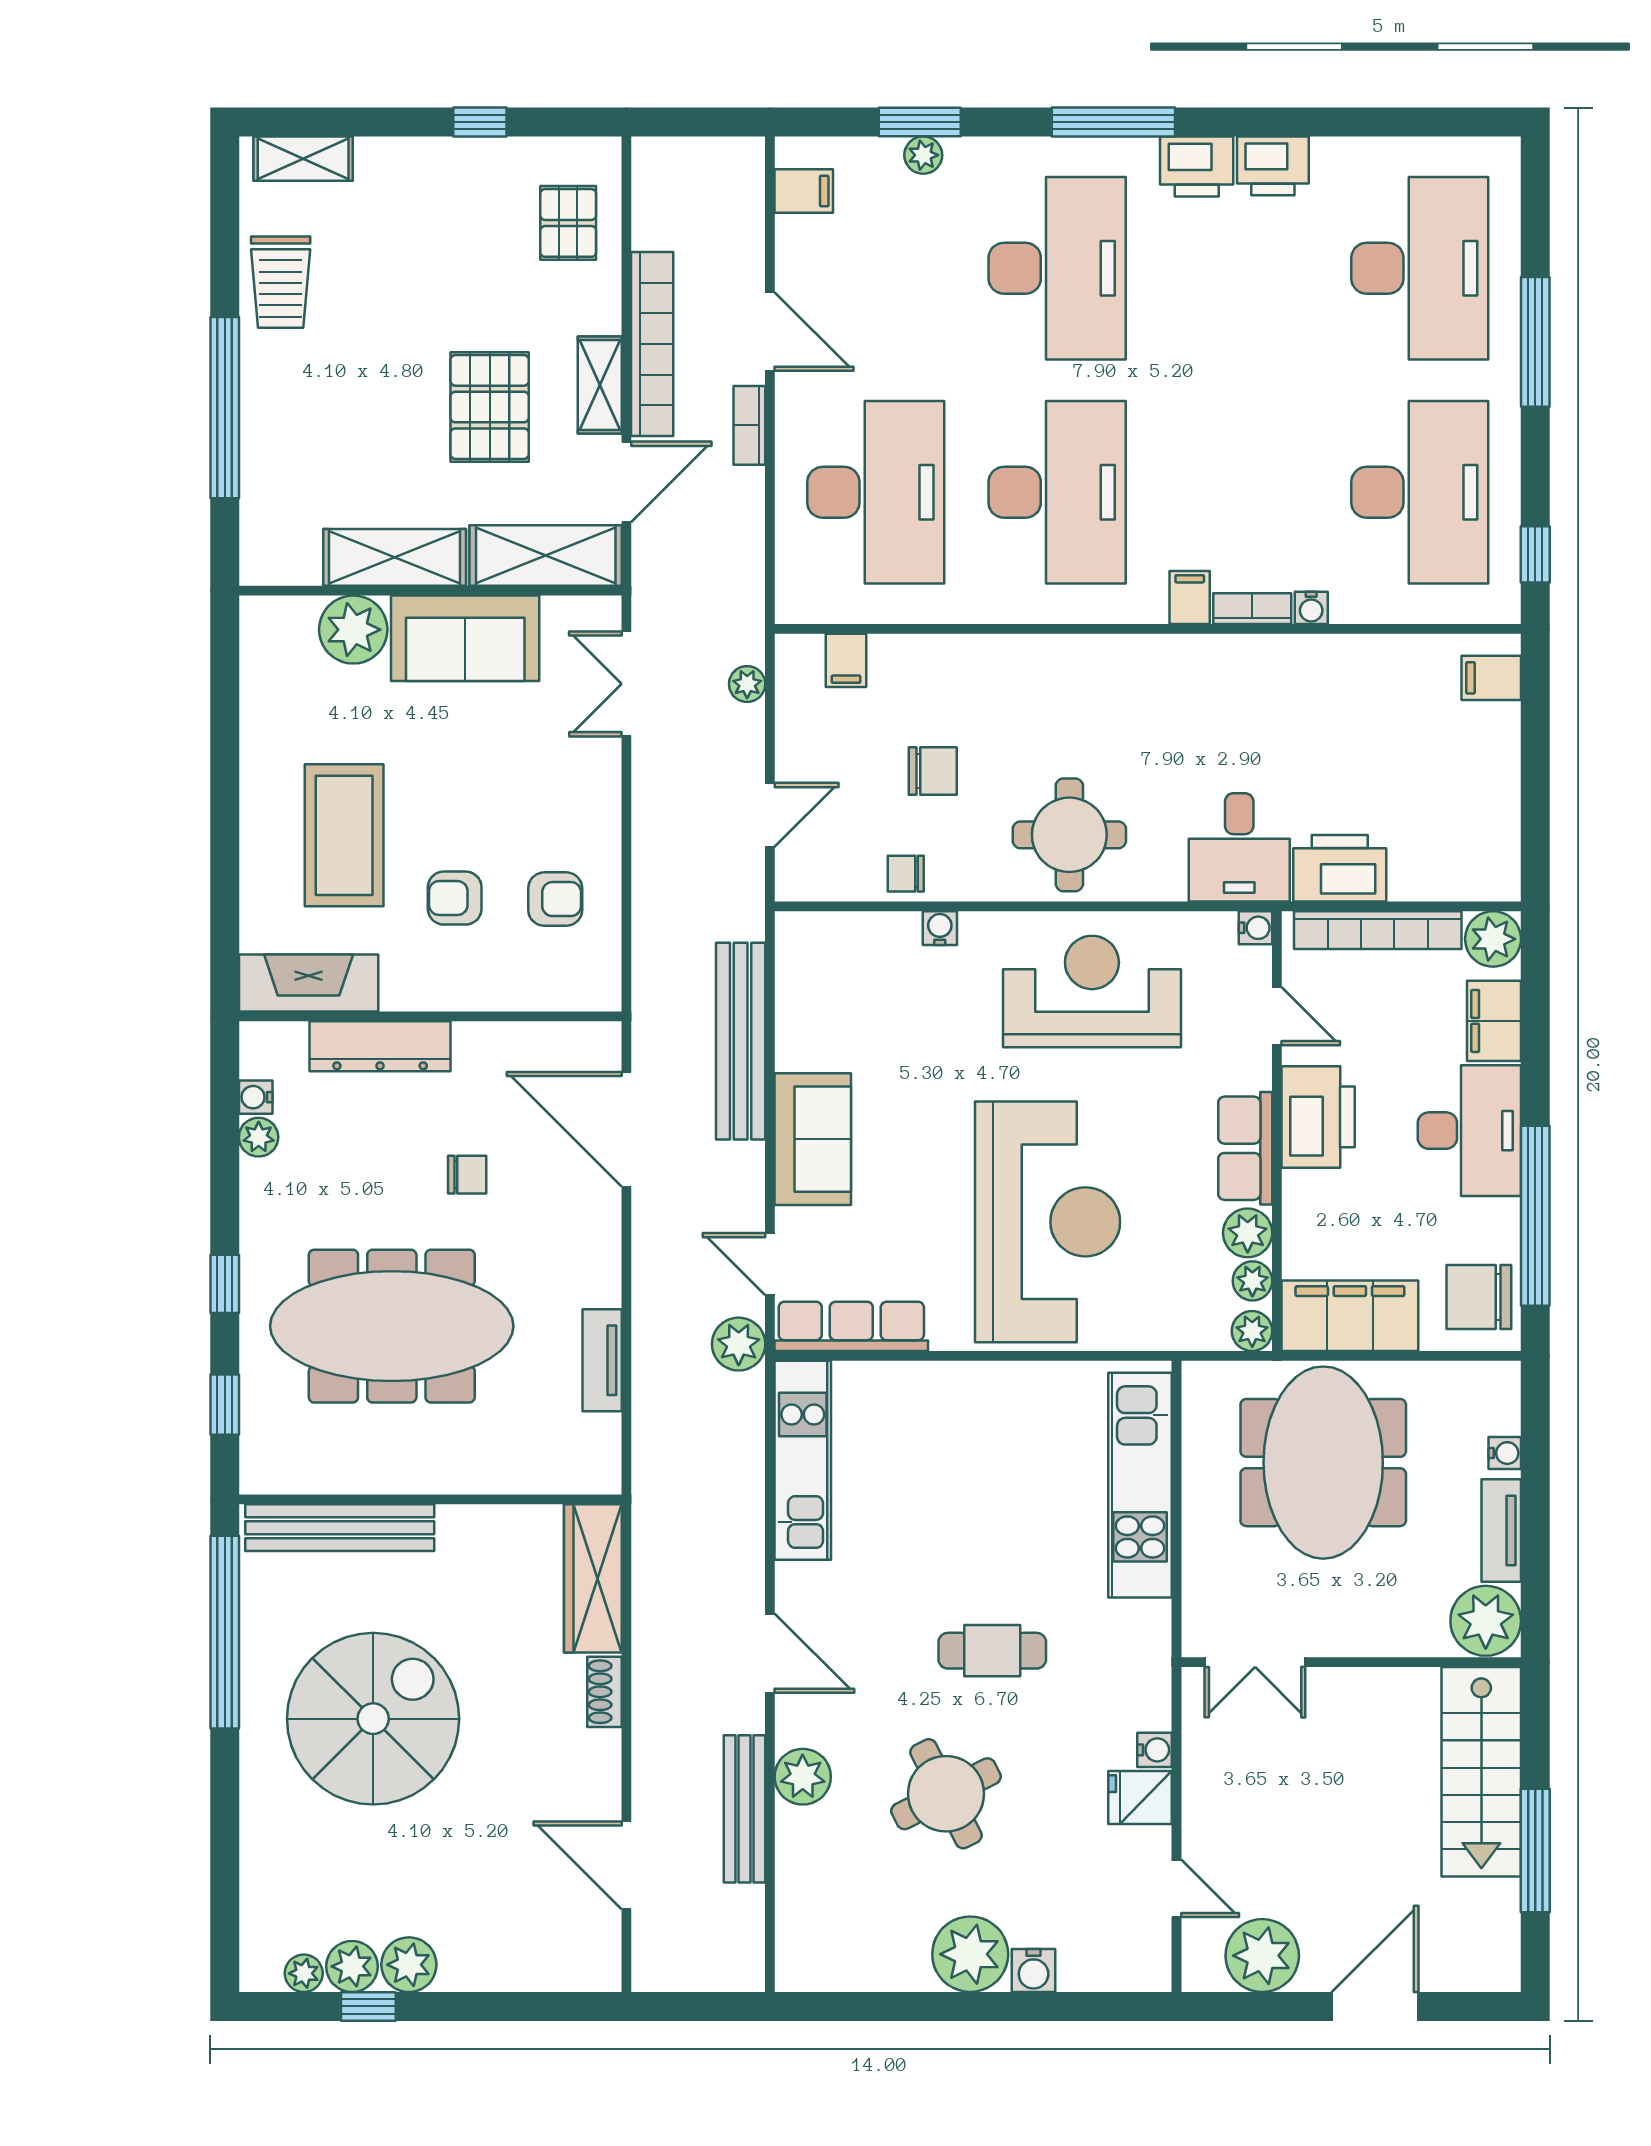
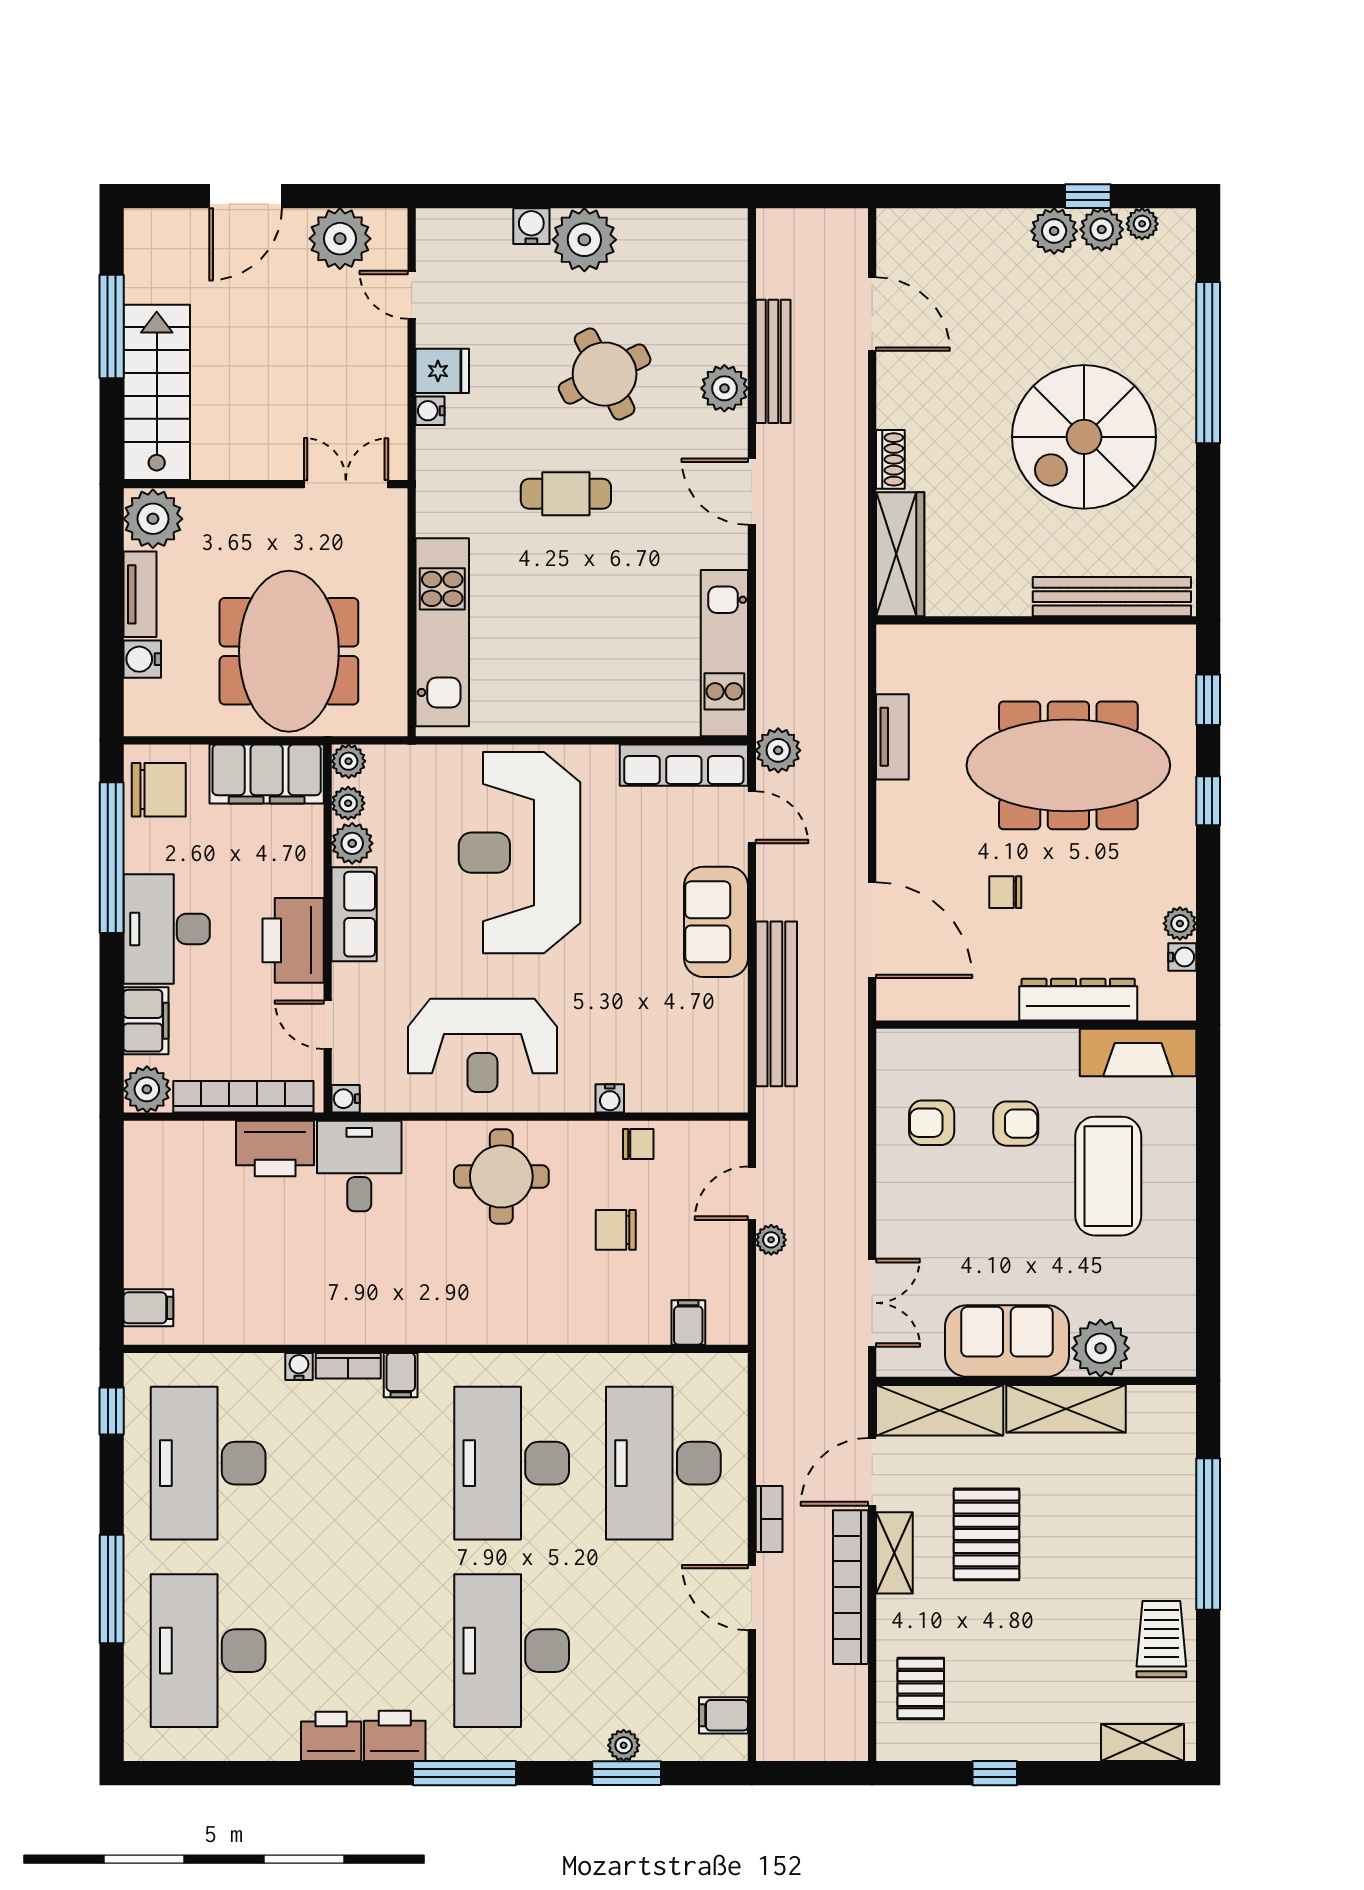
plant: (747, 684) -> (771, 1240), moved
water cooler: (1505, 1453) -> (142, 659), width x1.38, depth x1.38
window: (225, 1632) -> (1208, 363), moved

